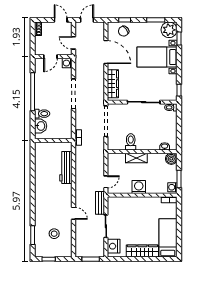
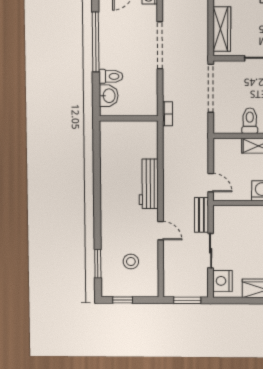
workbench: (66, 168) -> (149, 184), moved
door: (106, 182) -> (211, 183), hinge flipped

